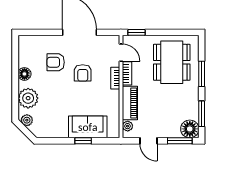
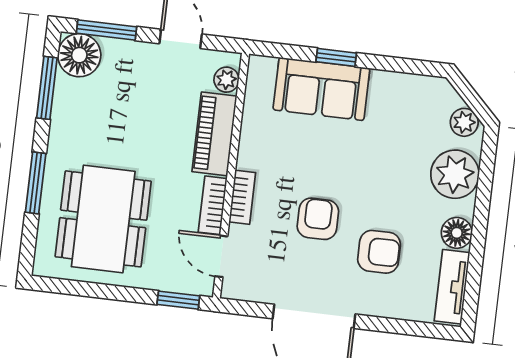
tv unit: (24, 51) -> (452, 287), added

